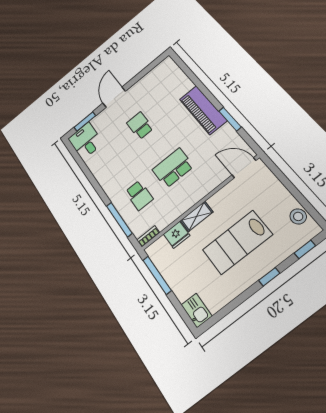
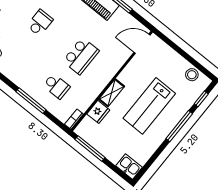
school desk: (140, 126) -> (40, 23), turned 90
school desk: (173, 168) -> (81, 56), turned 180
window: (119, 220) -> (31, 101), moved
window: (269, 277) -> (179, 126), width x2.17

